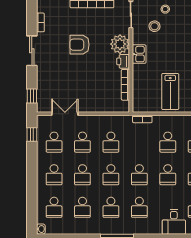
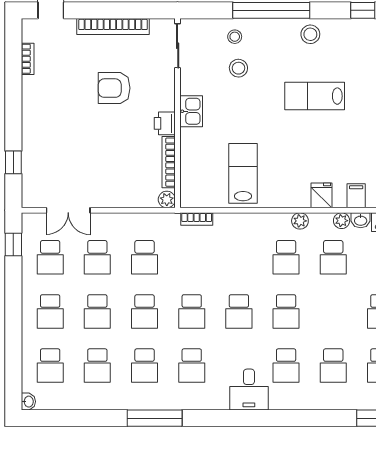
stool: (154, 26) -> (238, 68), moved
plant: (120, 44) -> (167, 199), moved, width x0.53, depth x0.53
armchair: (79, 45) -> (114, 88), moved
sliding door: (32, 51) -> (13, 106), removed
lab bench: (170, 91) -> (243, 173), turned 180
window: (32, 96) -> (13, 162), moved
double door: (65, 114) -> (68, 210), swing flipped
school desk: (168, 142) -> (239, 257), removed

